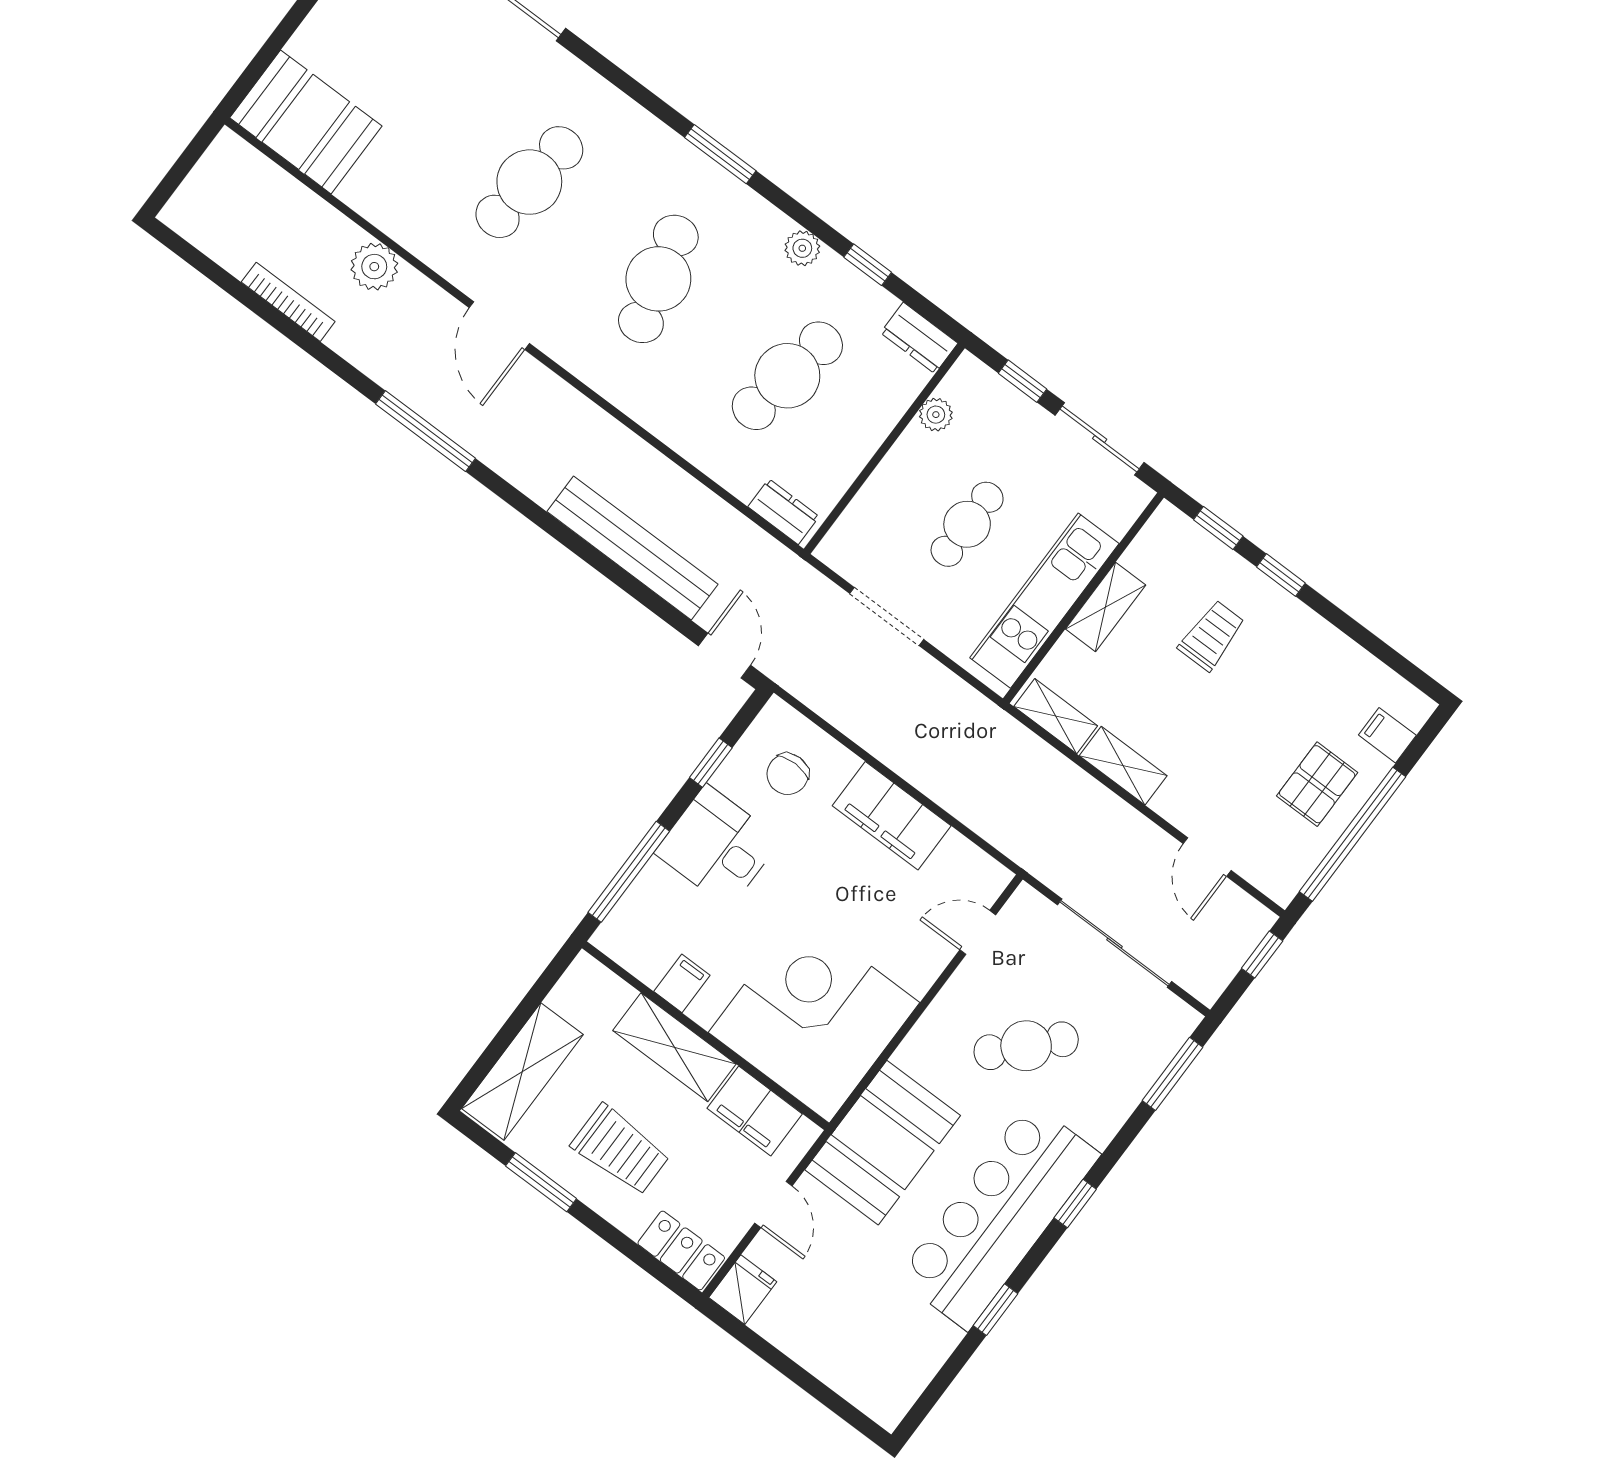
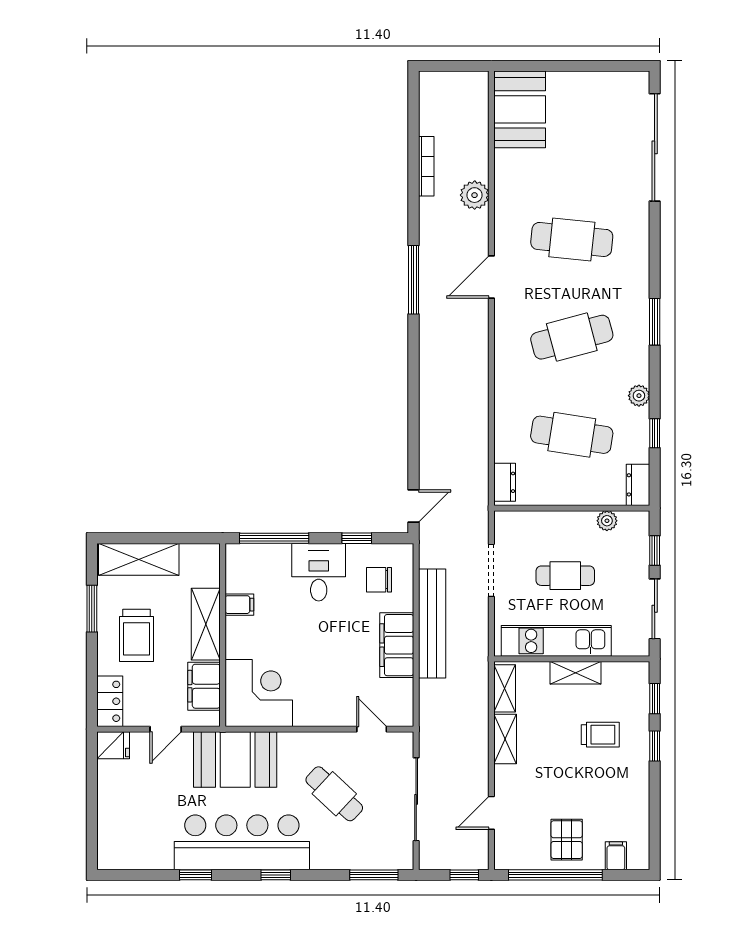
bench: (632, 548) -> (432, 623), moved
pallet: (1317, 784) -> (567, 840), turned 90
corner desk: (814, 1017) -> (259, 693), width x0.74, depth x0.74

